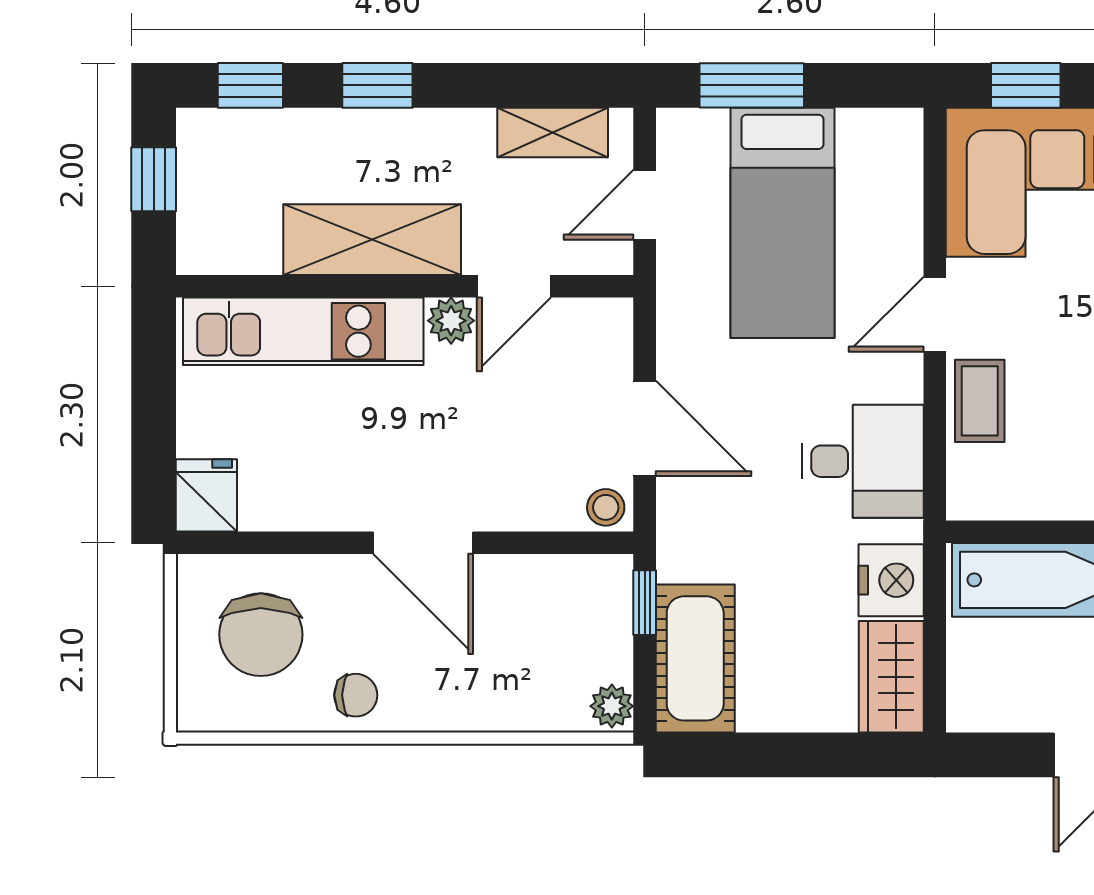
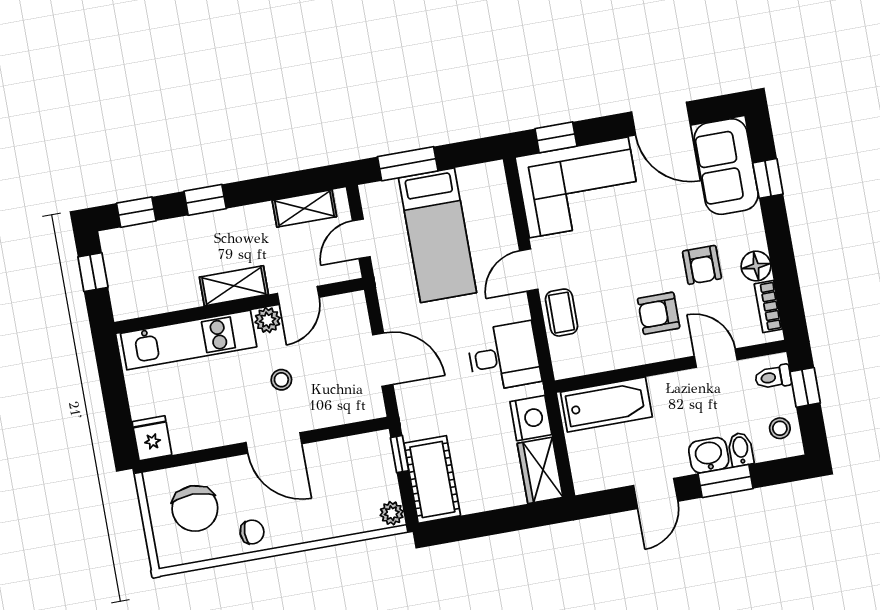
shelving: (372, 240) -> (234, 286), width x0.67, depth x0.75
stool: (606, 507) -> (281, 380), moved

